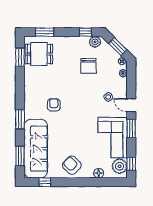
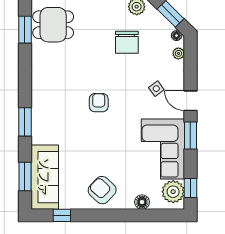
armchair: (54, 105) -> (99, 103), moved
sofa: (36, 149) -> (45, 177), width x0.74, depth x0.79

